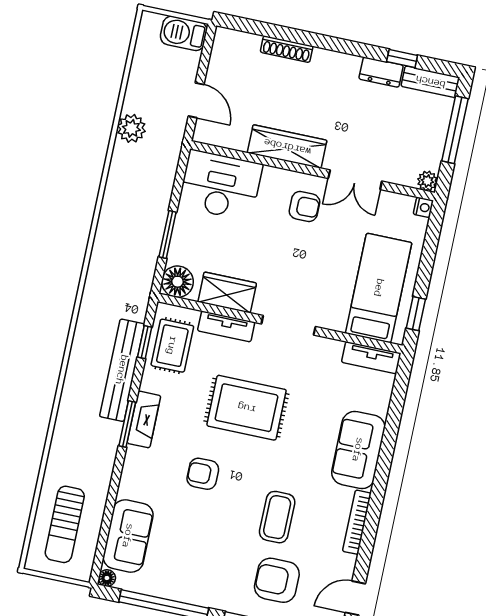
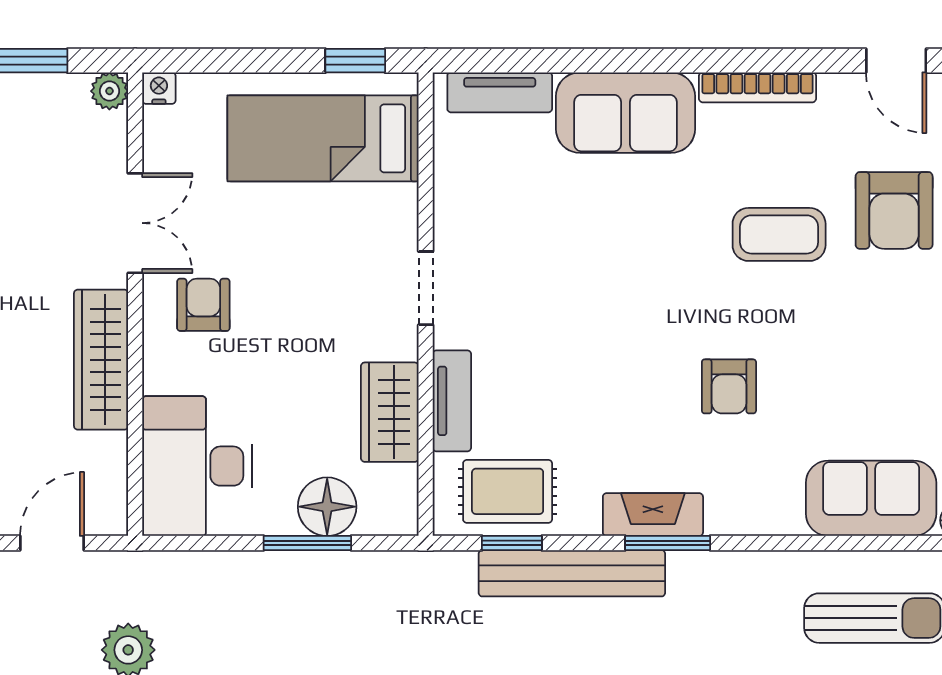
floor lamp: (178, 282) -> (327, 507), moved
doorway: (288, 325) -> (426, 288), width x0.73
tv unit: (371, 358) -> (500, 92), moved, turned 90
rug: (246, 408) -> (592, 332), removed

